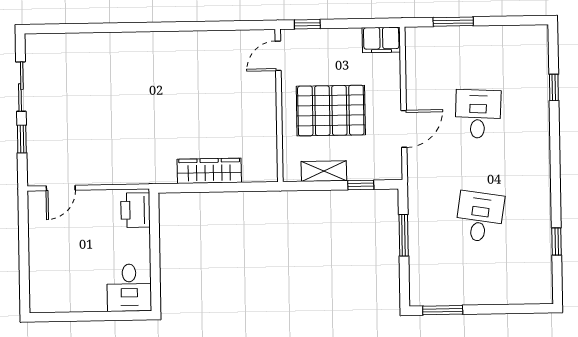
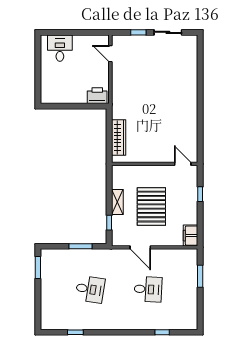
door: (278, 56) -> (183, 164), moved
wall: (279, 106) -> (155, 164), moved
desk: (129, 288) -> (60, 48), moved, turned 90

